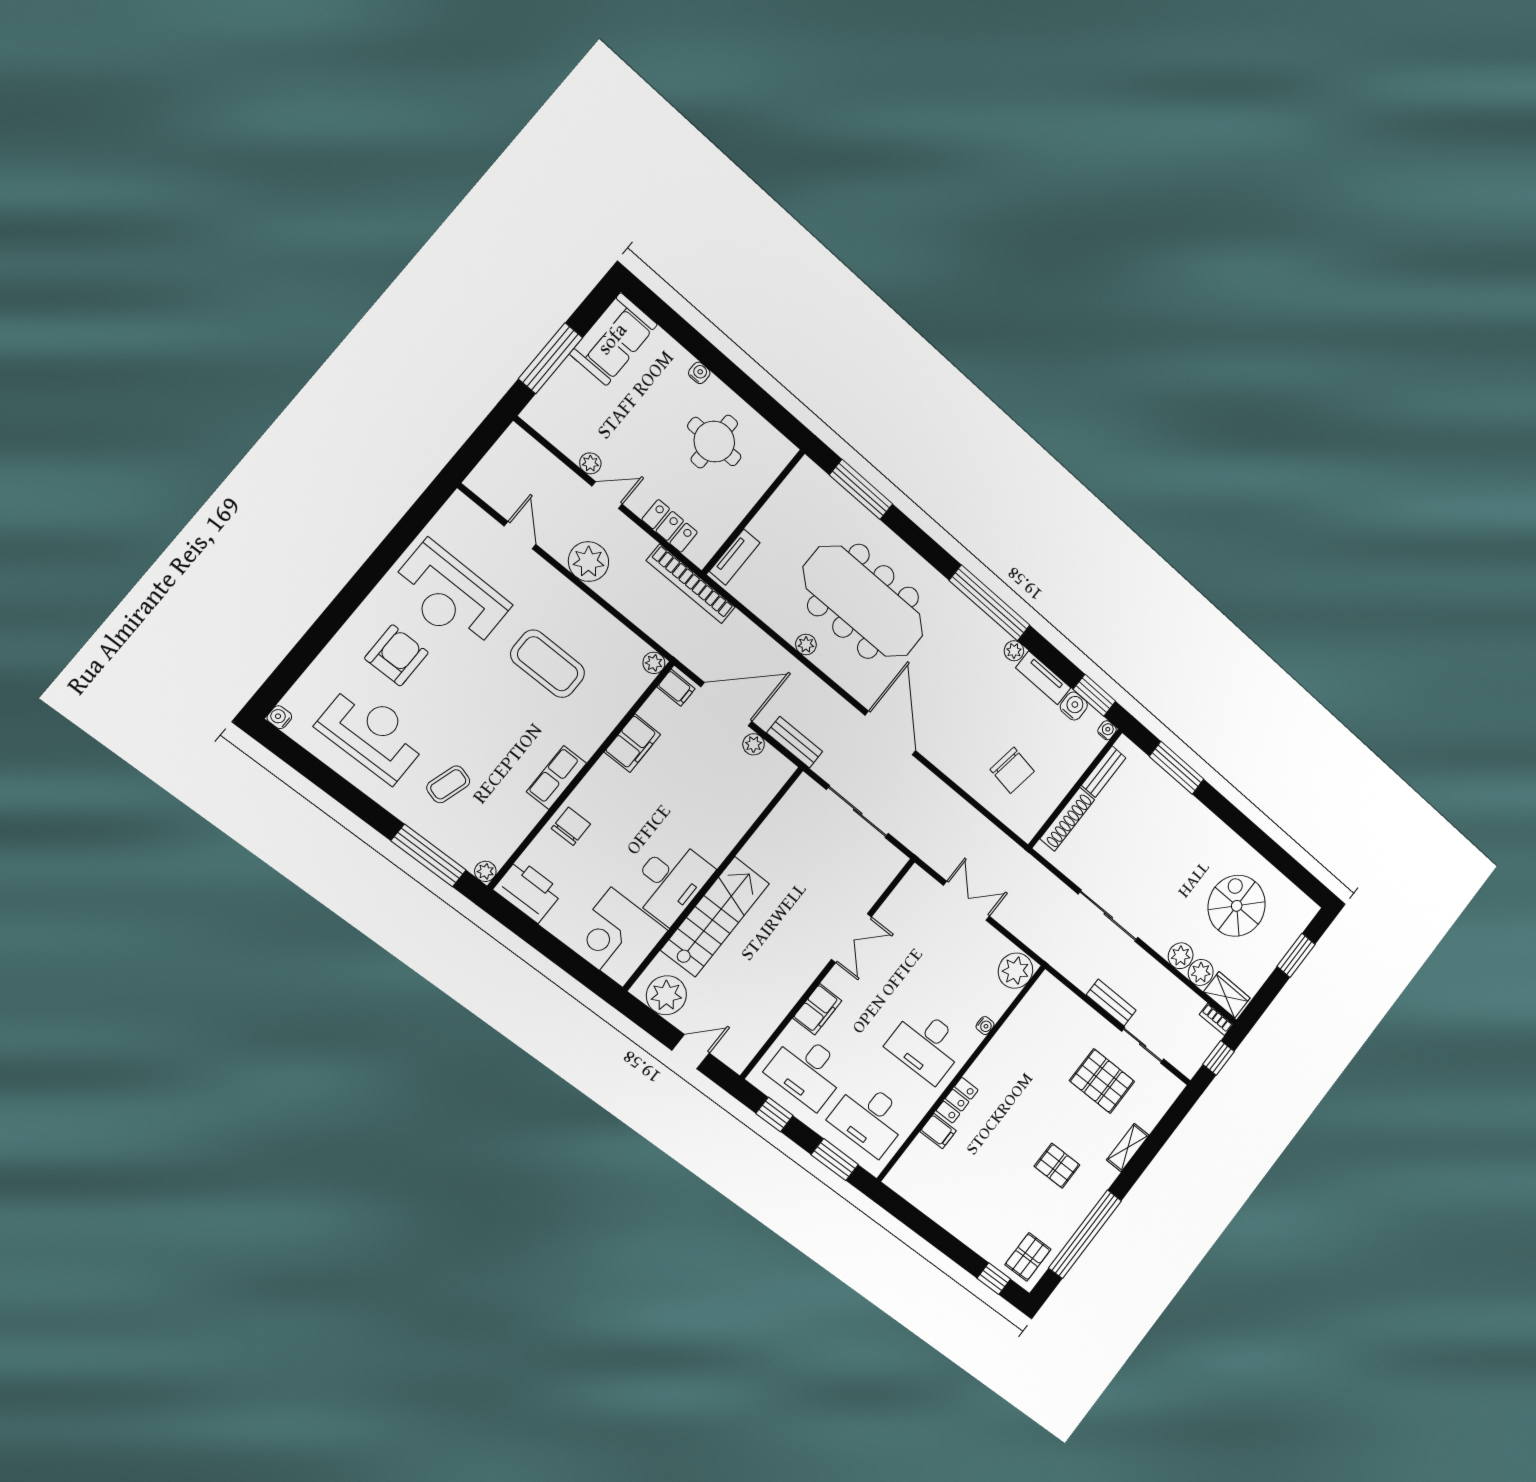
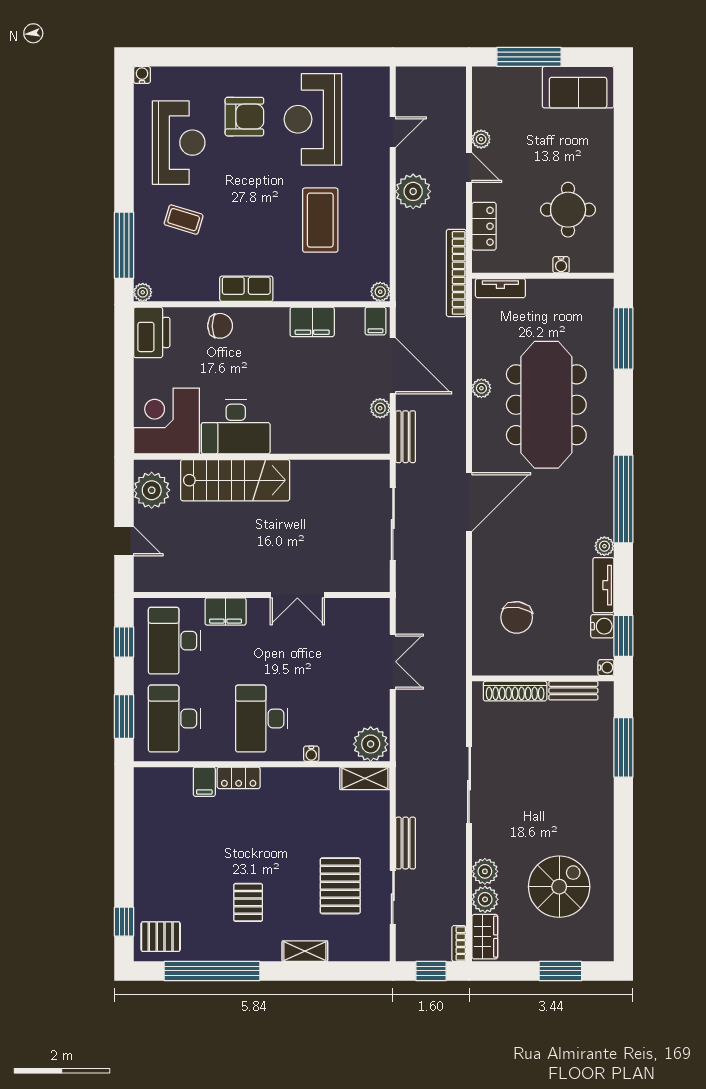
water cooler: (699, 373) -> (561, 265), moved, turned 90
shelving: (1038, 996) -> (365, 778), added

